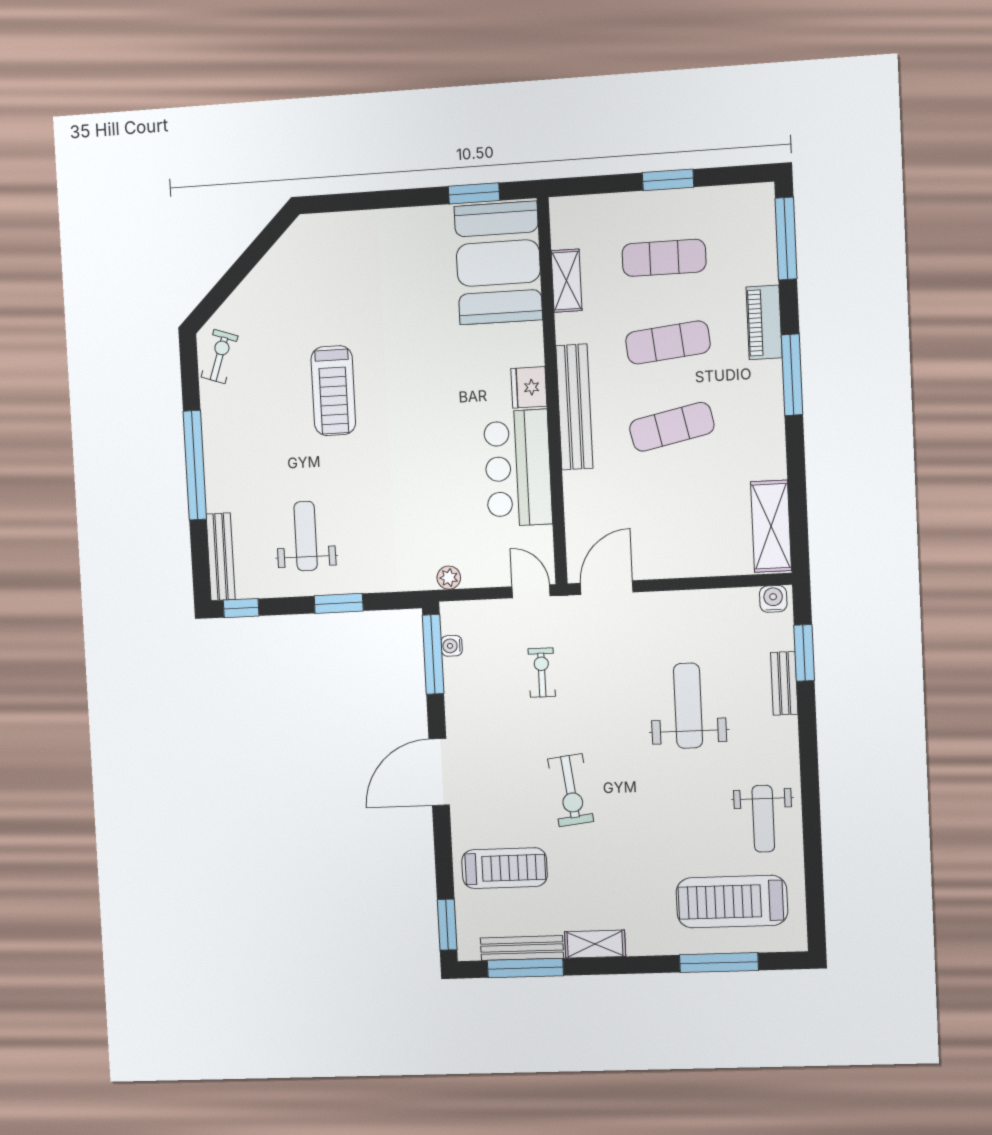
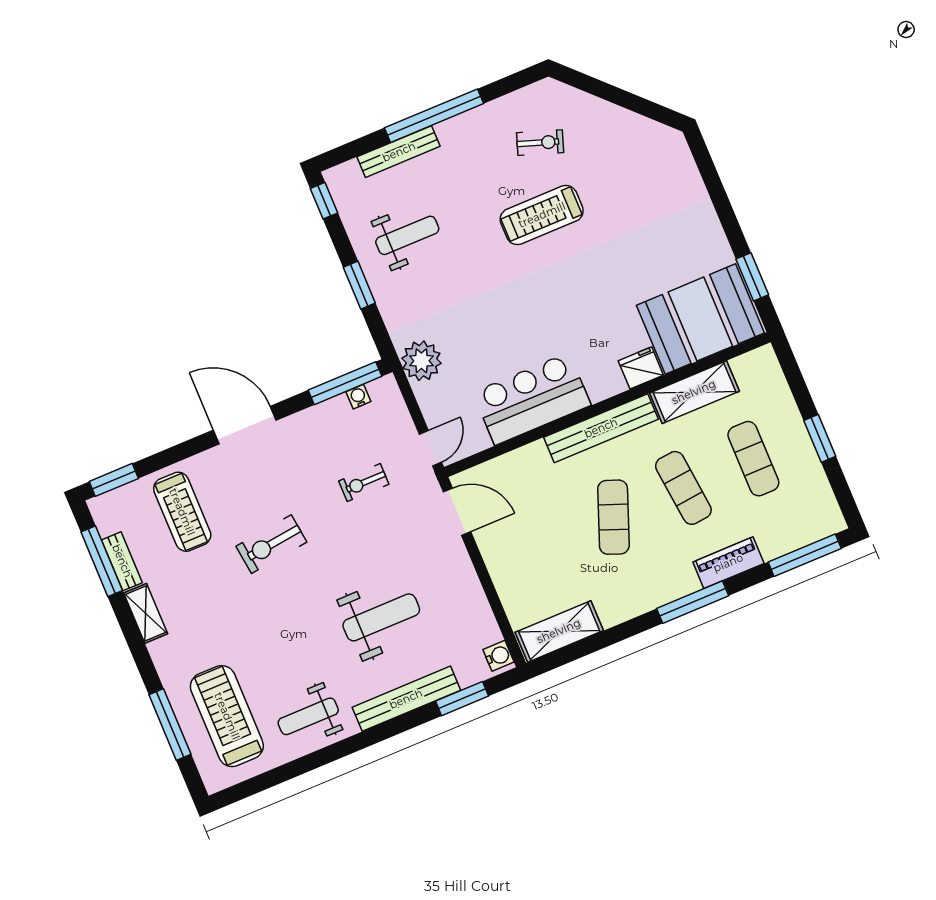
shelving: (567, 281) -> (694, 392), width x1.50, depth x1.33
exercise bike: (220, 357) -> (540, 143), moved
fridge: (529, 387) -> (641, 368), moved
exercise mat: (672, 427) -> (613, 517), turned 33
bench: (221, 557) -> (399, 152), moved
plant: (449, 578) -> (421, 361), width x1.88, depth x1.88
exercise bike: (542, 673) -> (364, 483), turned 180
bench: (784, 683) -> (406, 699), width x1.86, depth x1.21
bench: (522, 948) -> (122, 561), width x0.73

